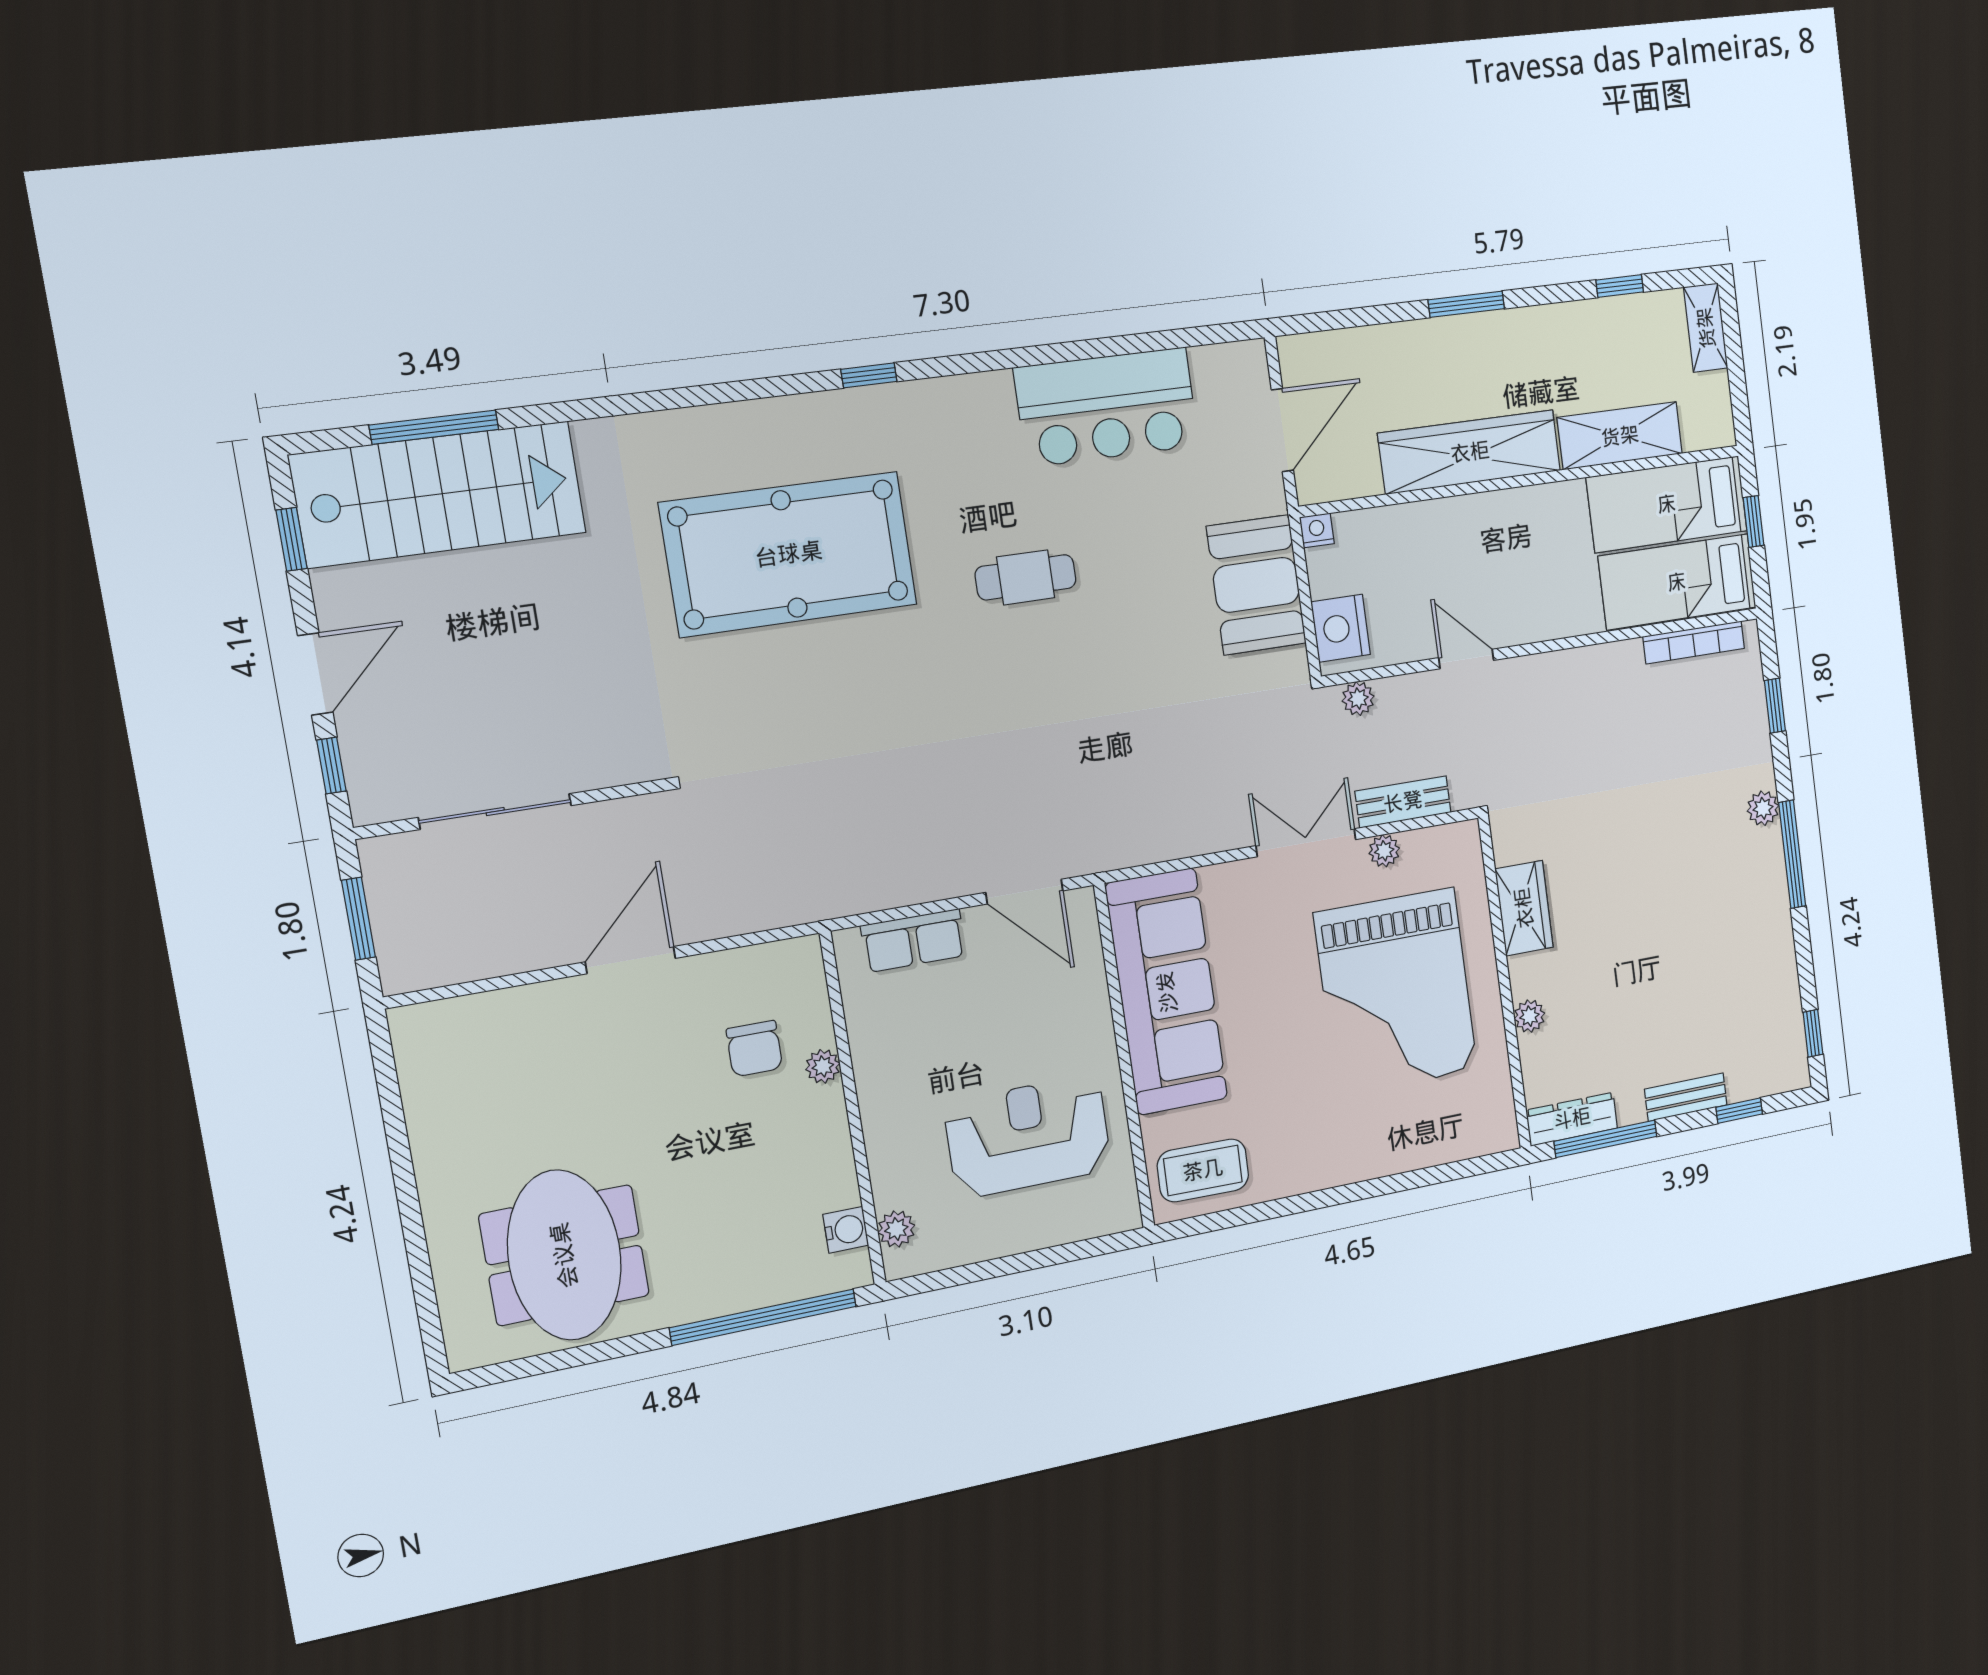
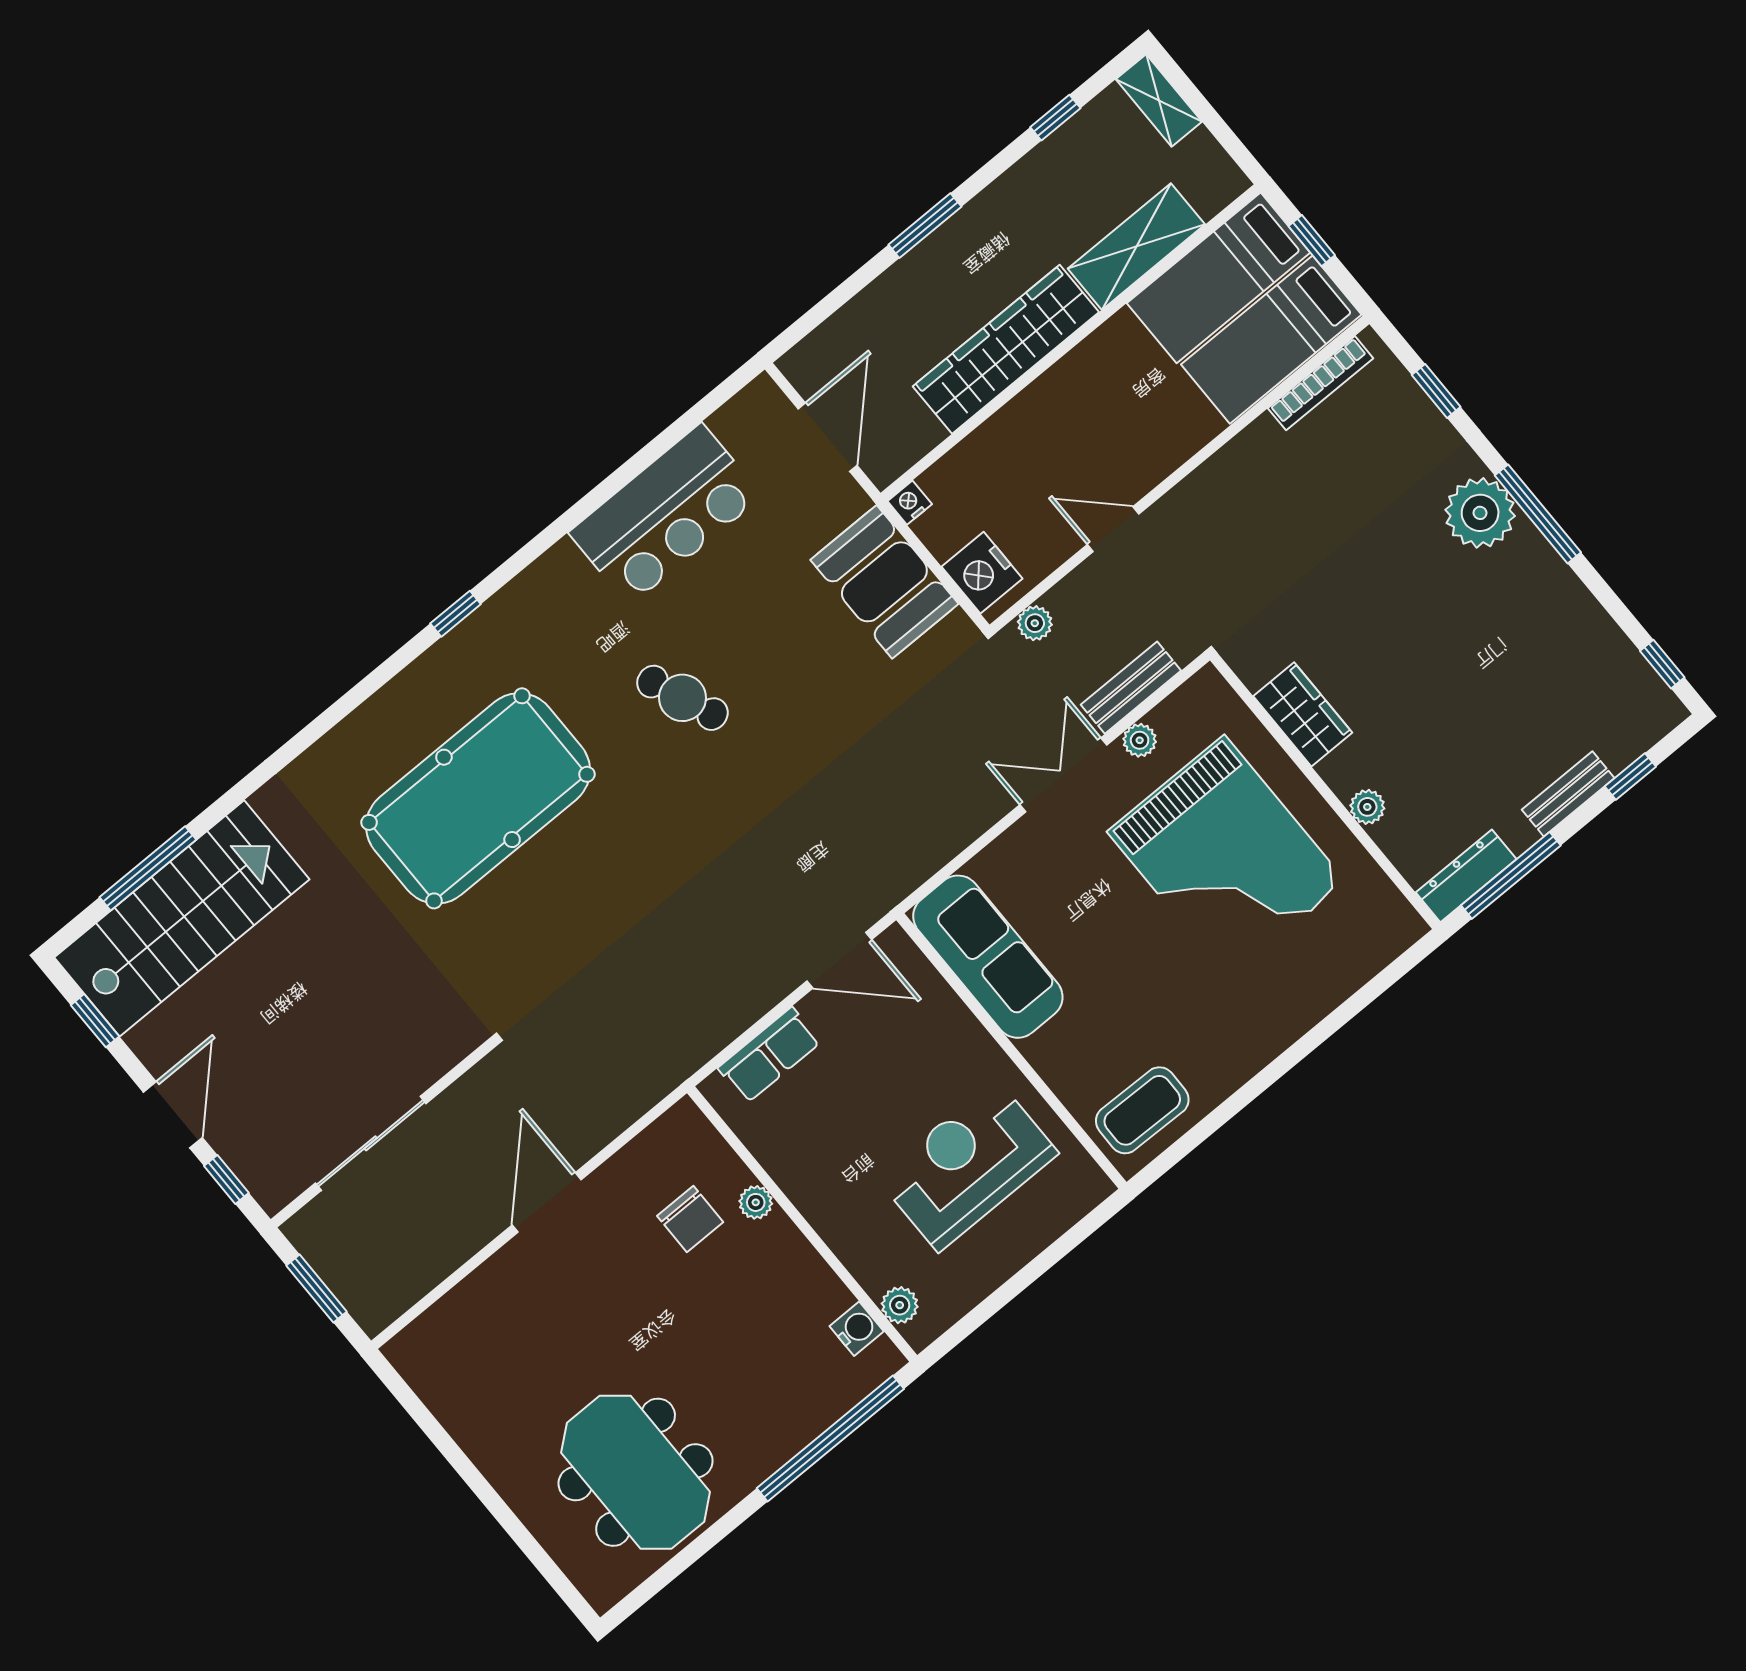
cafe table: (1026, 577) -> (682, 698), turned 68
plant: (1763, 808) -> (1480, 513), width x1.88, depth x1.88
sofa: (1167, 992) -> (988, 957), width x0.74, depth x0.79

